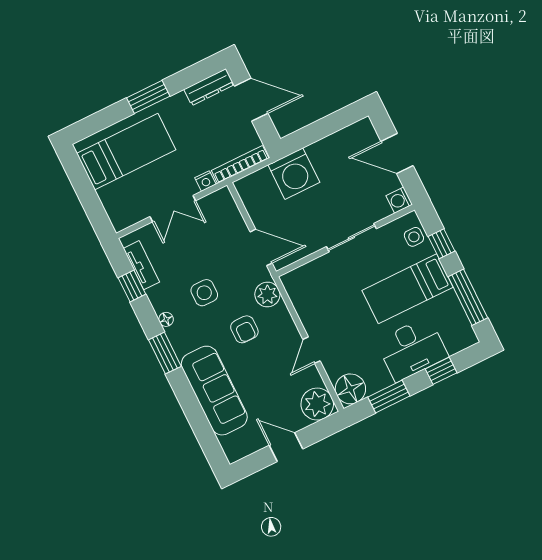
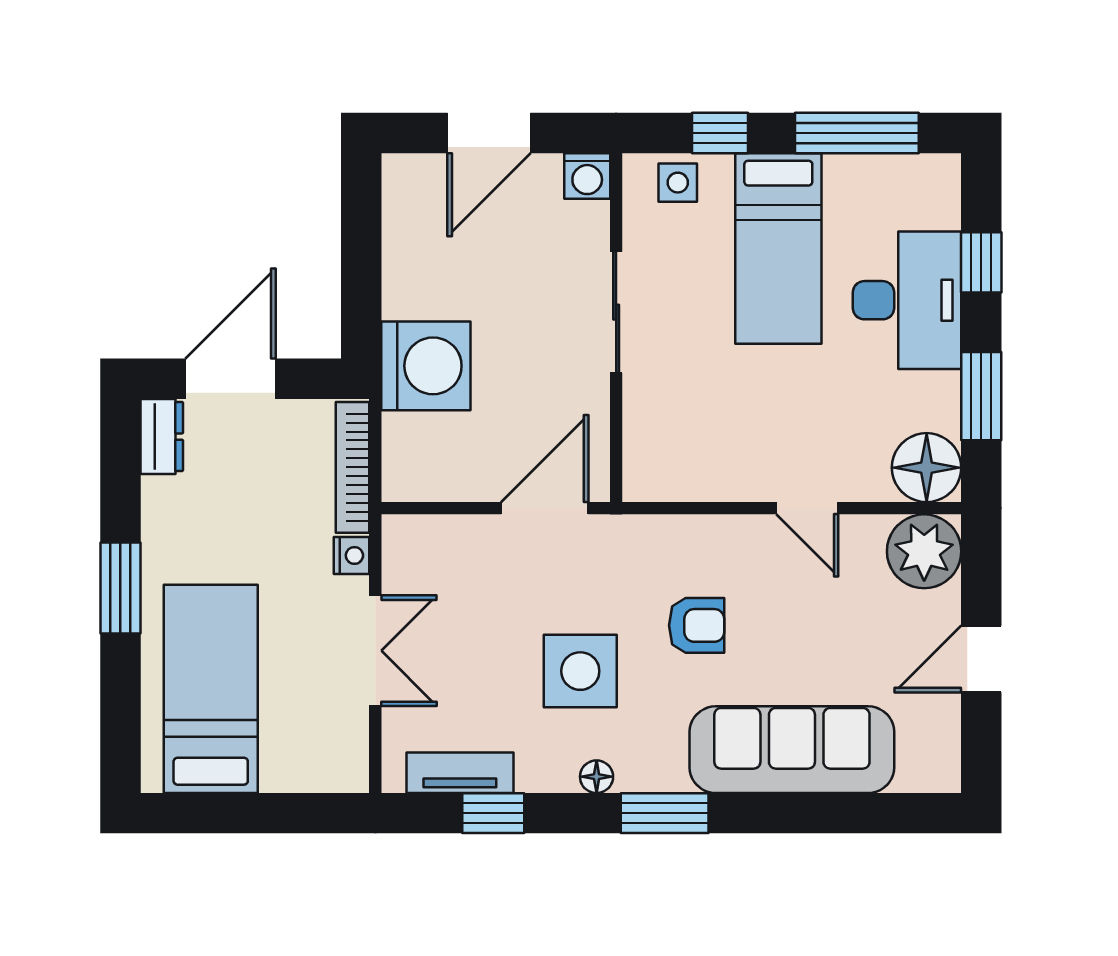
dresser: (209, 87) -> (162, 437), width x0.70
side table: (204, 293) -> (580, 671), width x1.37, depth x1.37
plant: (267, 295) -> (648, 543), removed

